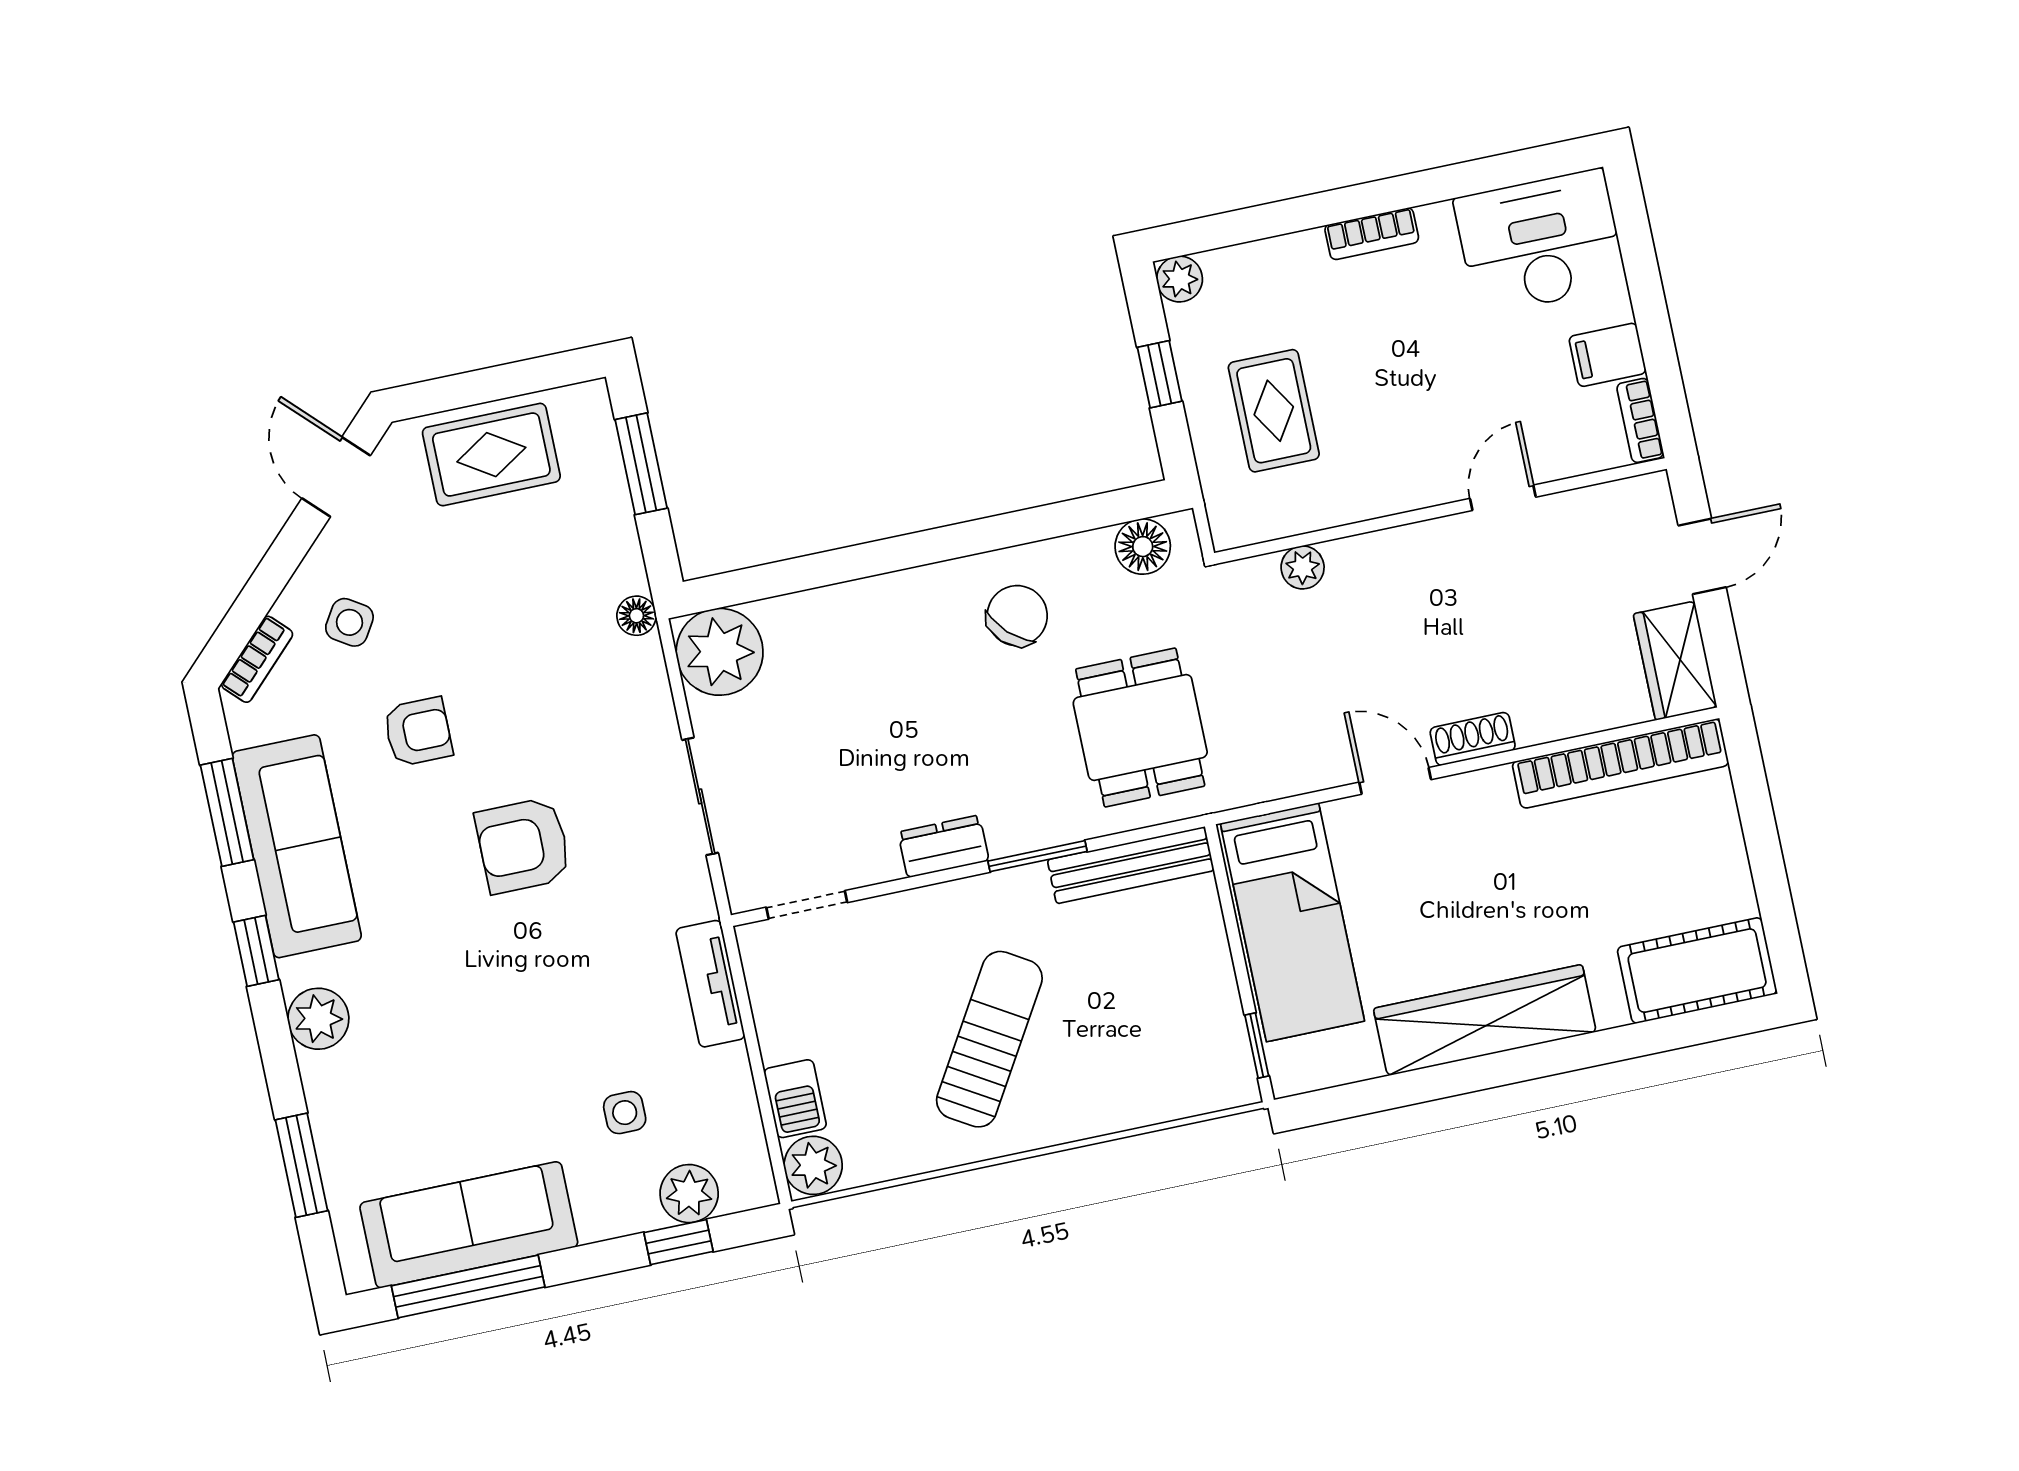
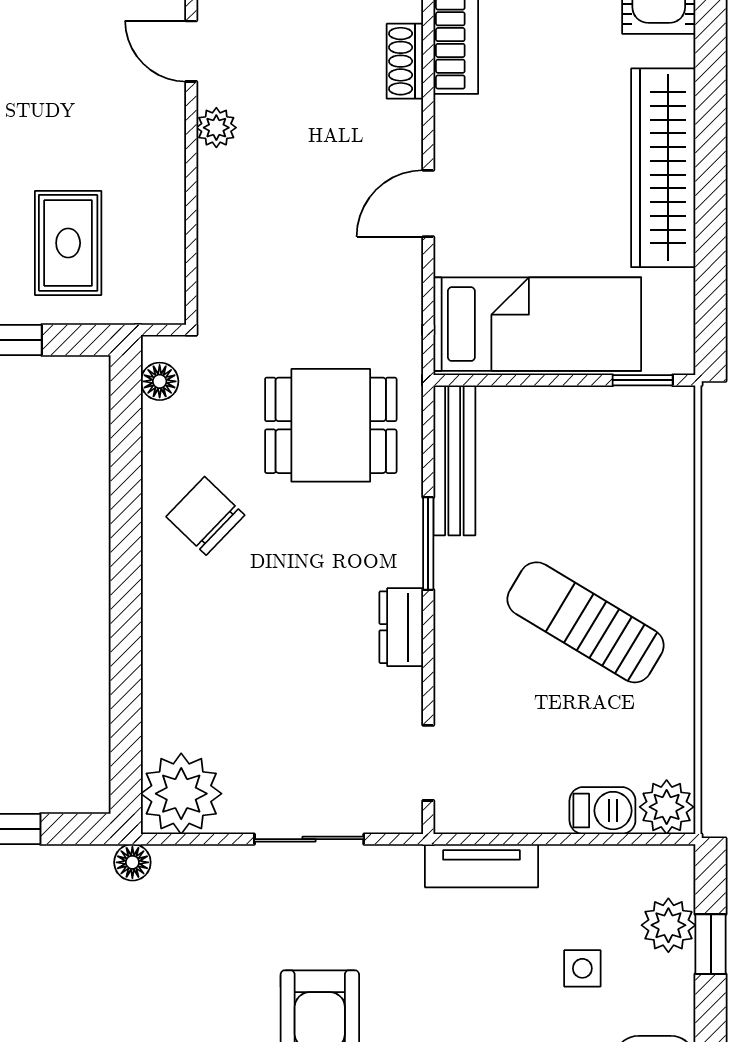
rug: (1274, 411) -> (68, 243), turned 90
floor lamp: (1143, 547) -> (160, 381), width x0.73, depth x0.73
plant: (1303, 567) -> (216, 128), moved
shoe rack: (1473, 739) -> (405, 61), moved

